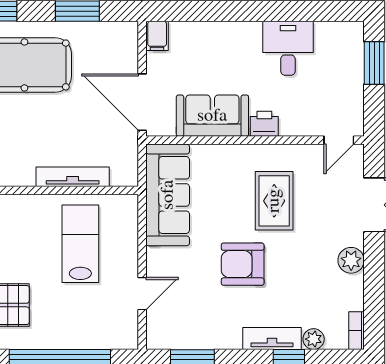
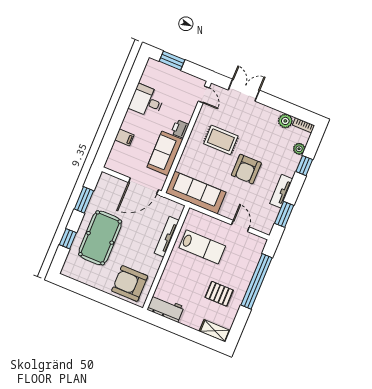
filing cabinet: (157, 36) -> (124, 137), moved
lab bench: (80, 244) -> (202, 247), turned 180
plant: (351, 260) -> (285, 121), moved
tv unit: (272, 338) -> (281, 191), moved

